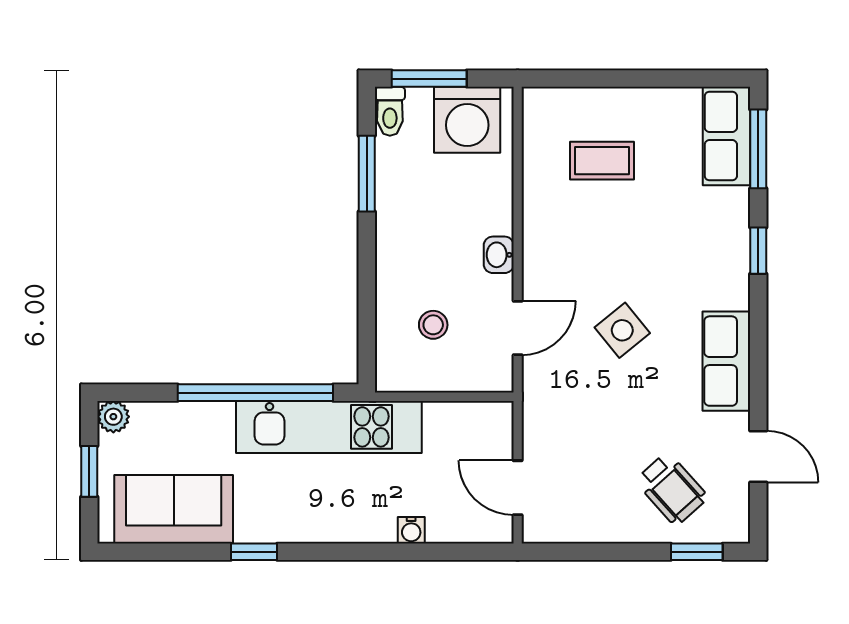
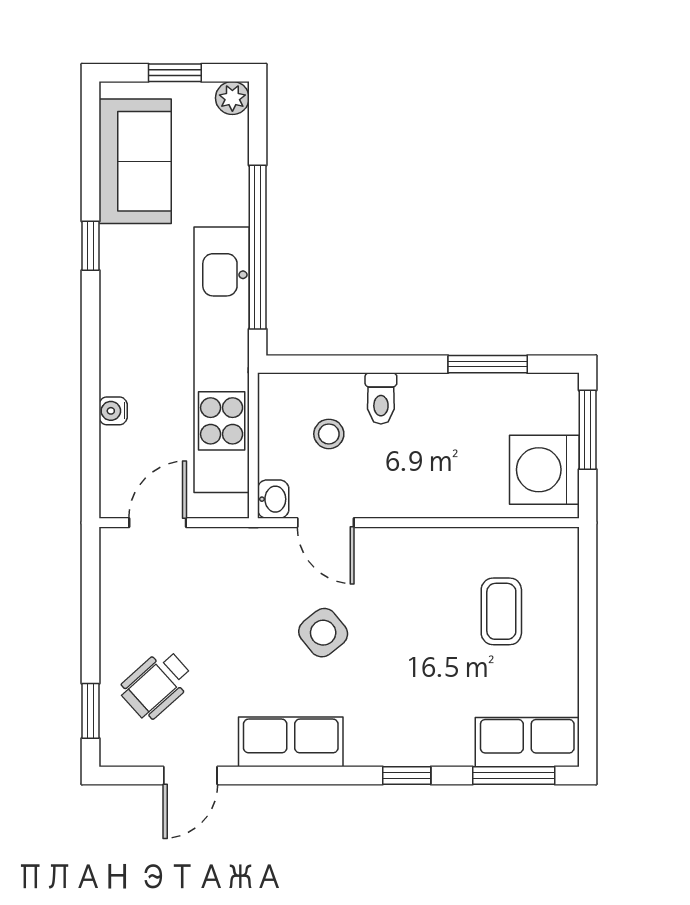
toilet: (390, 111) -> (381, 398), moved, turned -90
washbasin: (499, 255) -> (273, 499), moved, turned 90
kitchen unit: (329, 427) -> (222, 360), width x1.36

